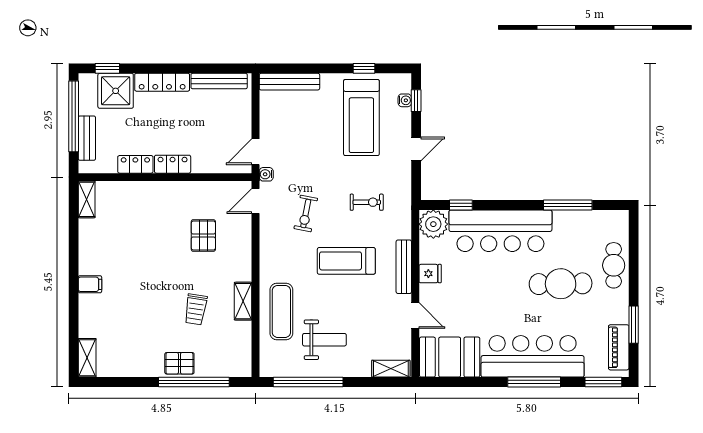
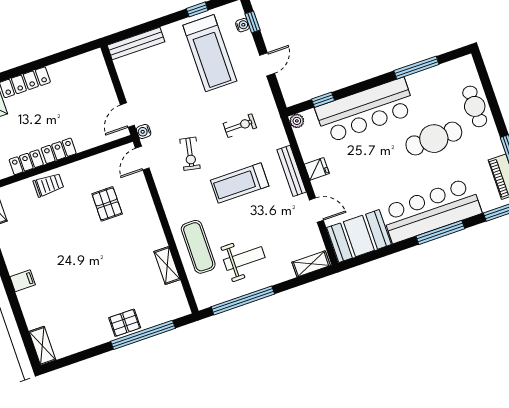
bench: (219, 81) -> (74, 64), removed
plant: (433, 224) -> (297, 121), width x0.53, depth x0.53
shelving: (243, 301) -> (167, 265), moved
trolley: (196, 309) -> (48, 185), moved, turned -99

